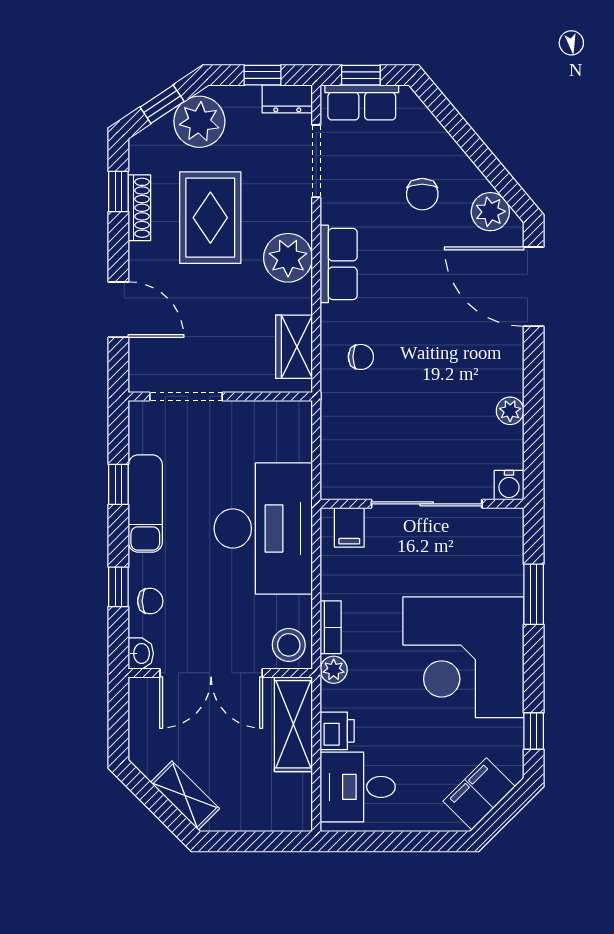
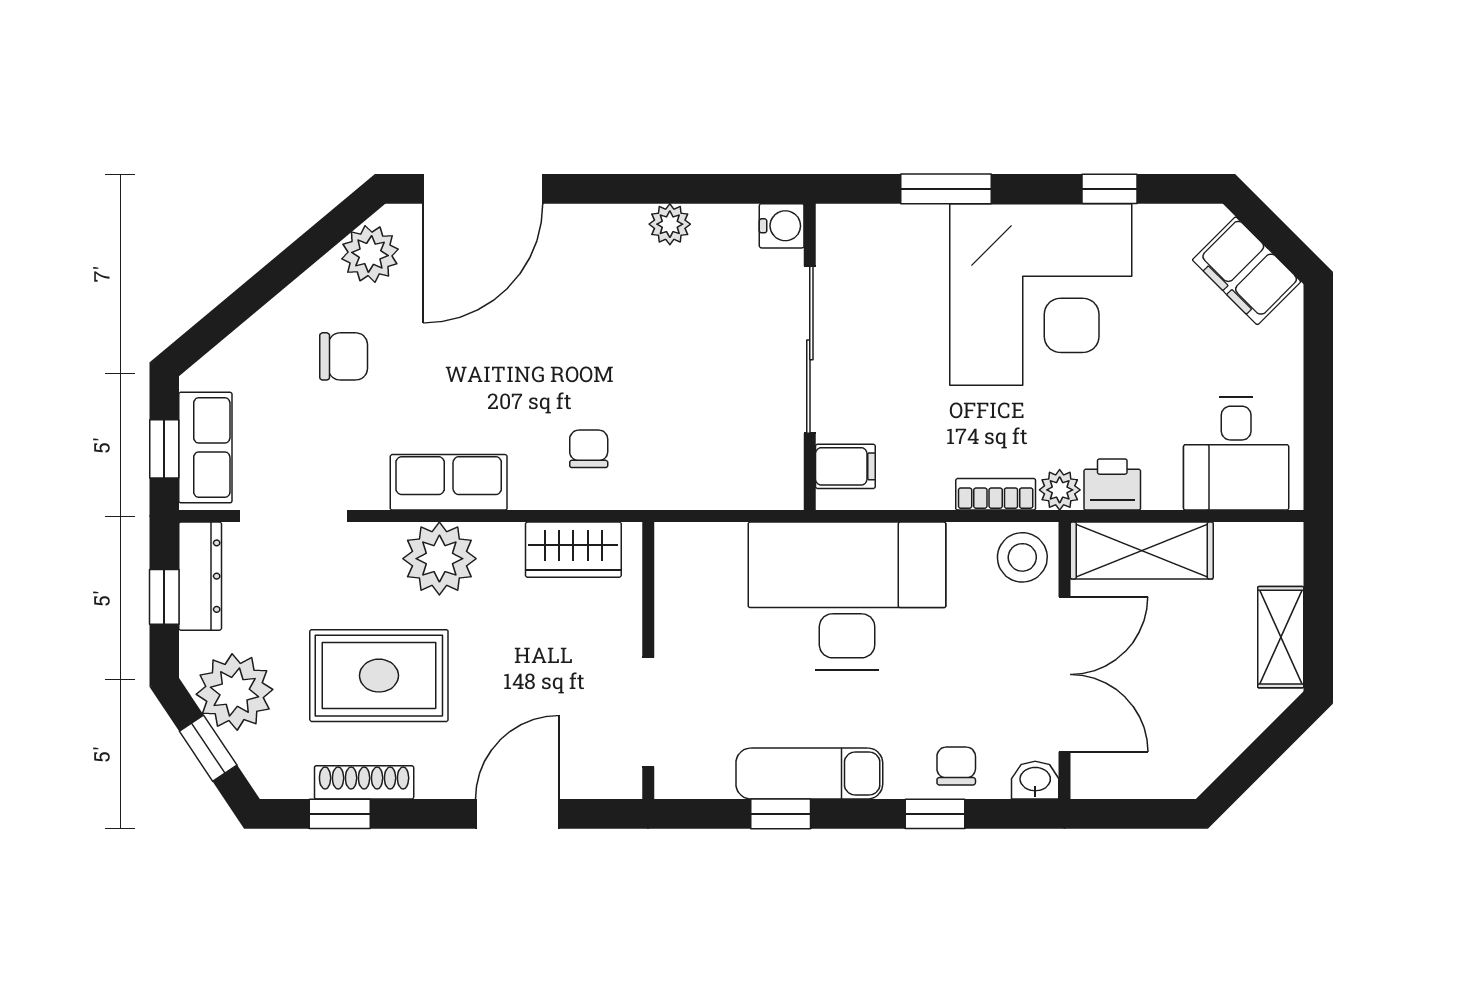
dresser: (287, 99) -> (200, 576), width x1.44
printer: (337, 731) -> (1112, 485), moved
window: (534, 731) -> (1110, 189), moved
shelving: (185, 796) -> (1281, 637), moved, turned -45

